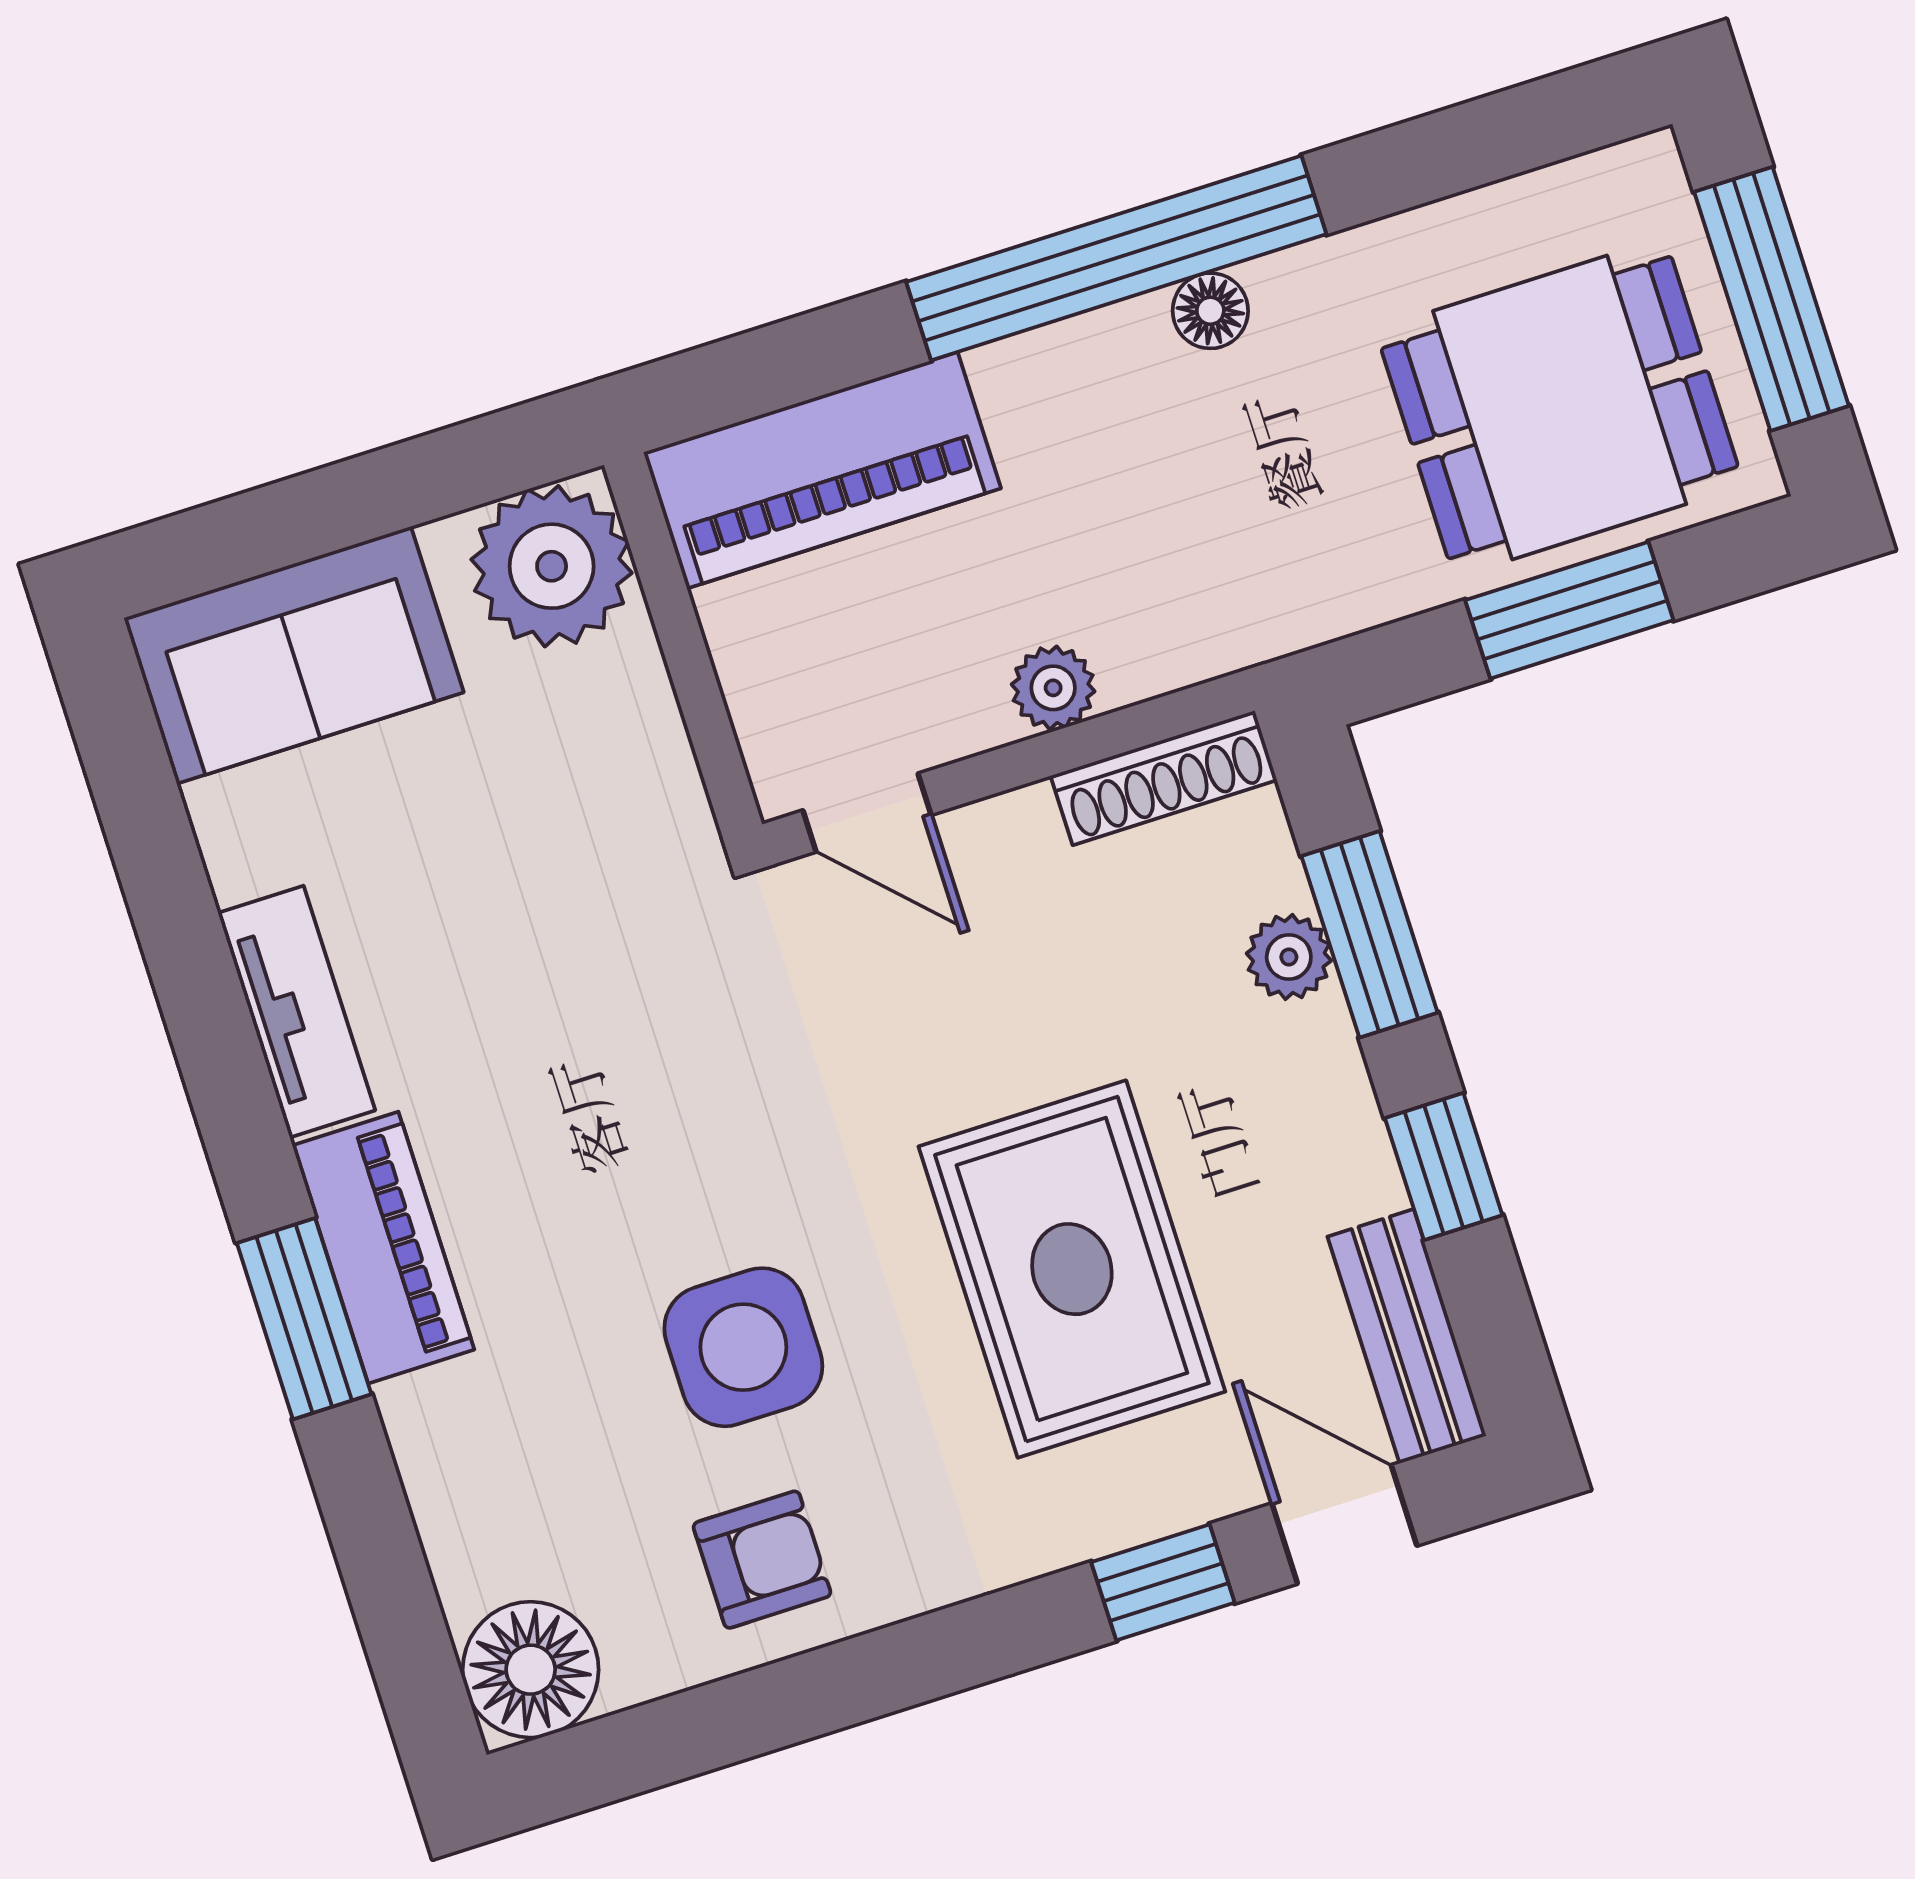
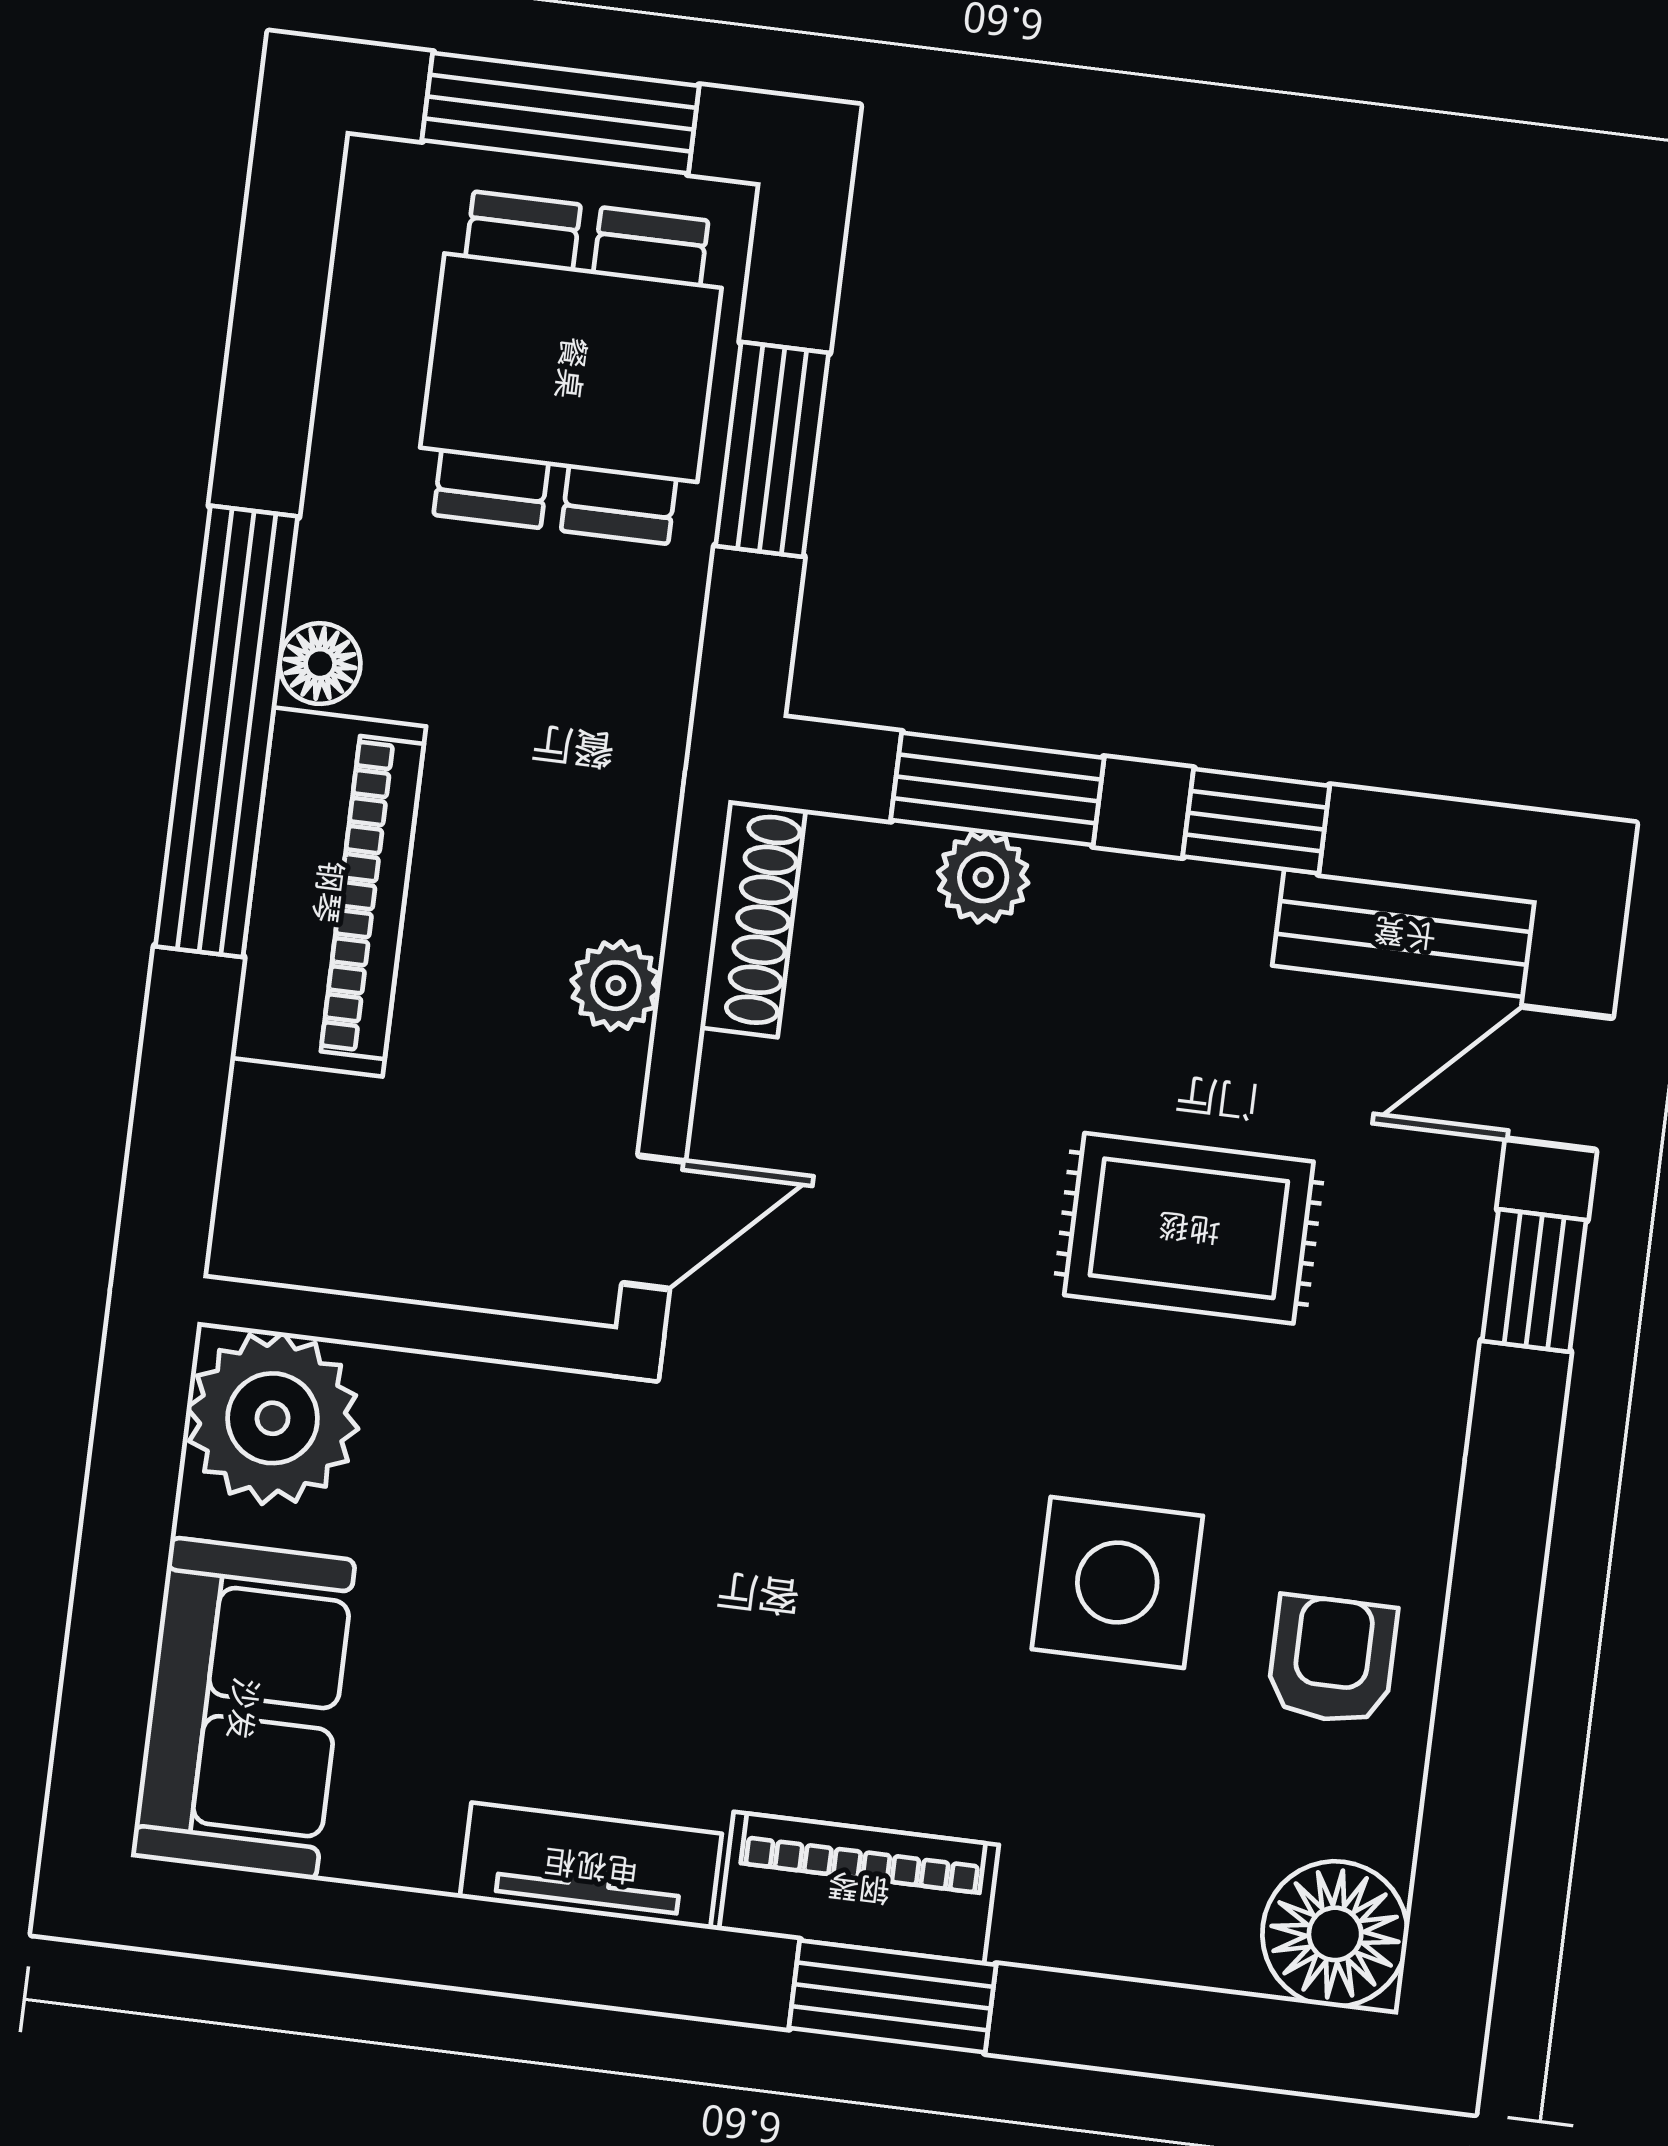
piano: (822, 470) -> (328, 892), moved
rug: (1072, 1269) -> (1189, 1228), width x0.73, depth x0.70

